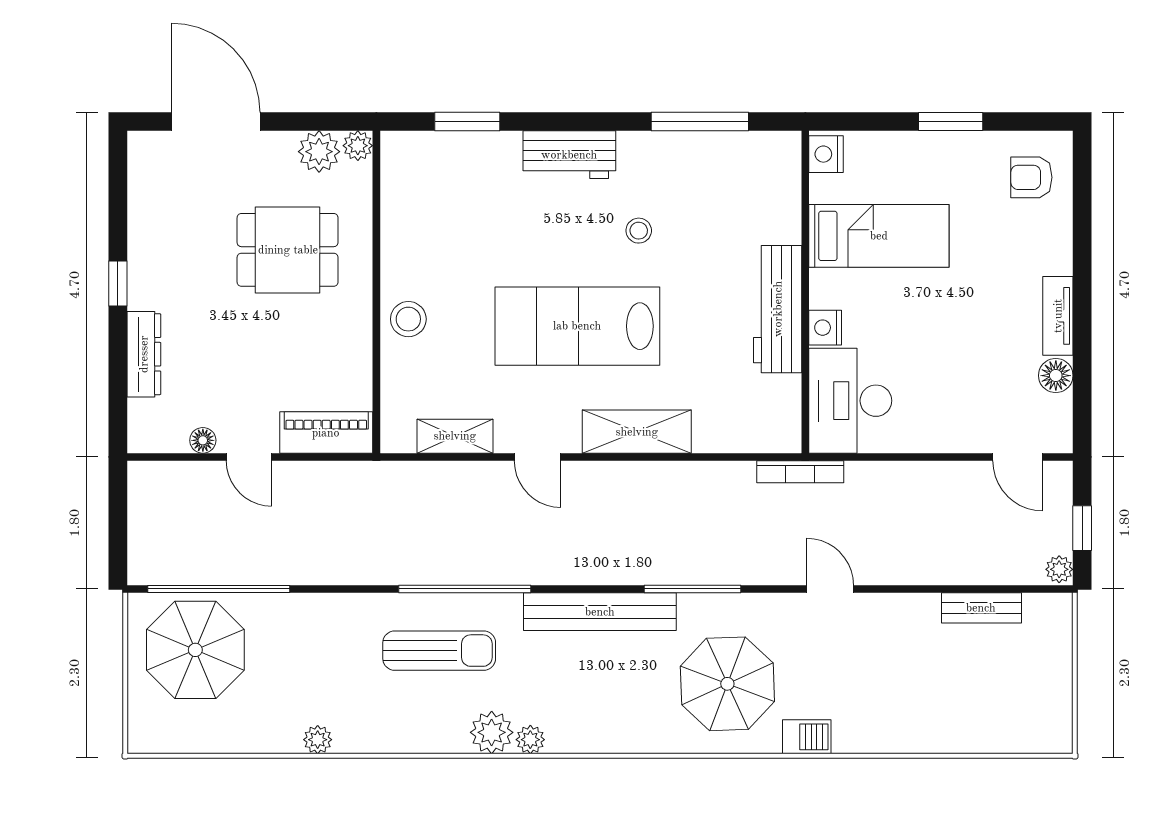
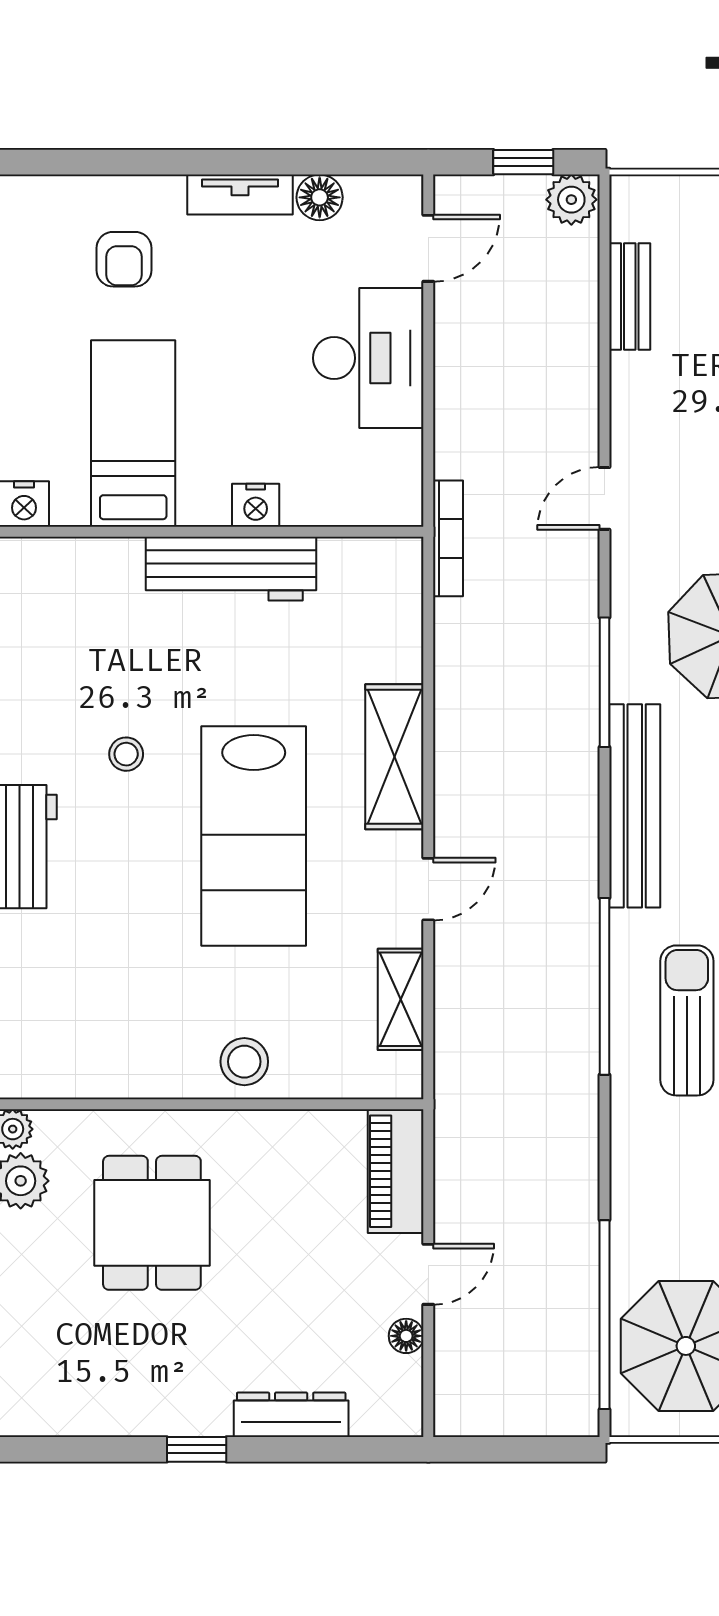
armchair: (1031, 177) -> (124, 259), moved
desk: (850, 401) -> (368, 358), moved, turned -90
plant: (1059, 569) -> (571, 200), width x1.37, depth x1.37

